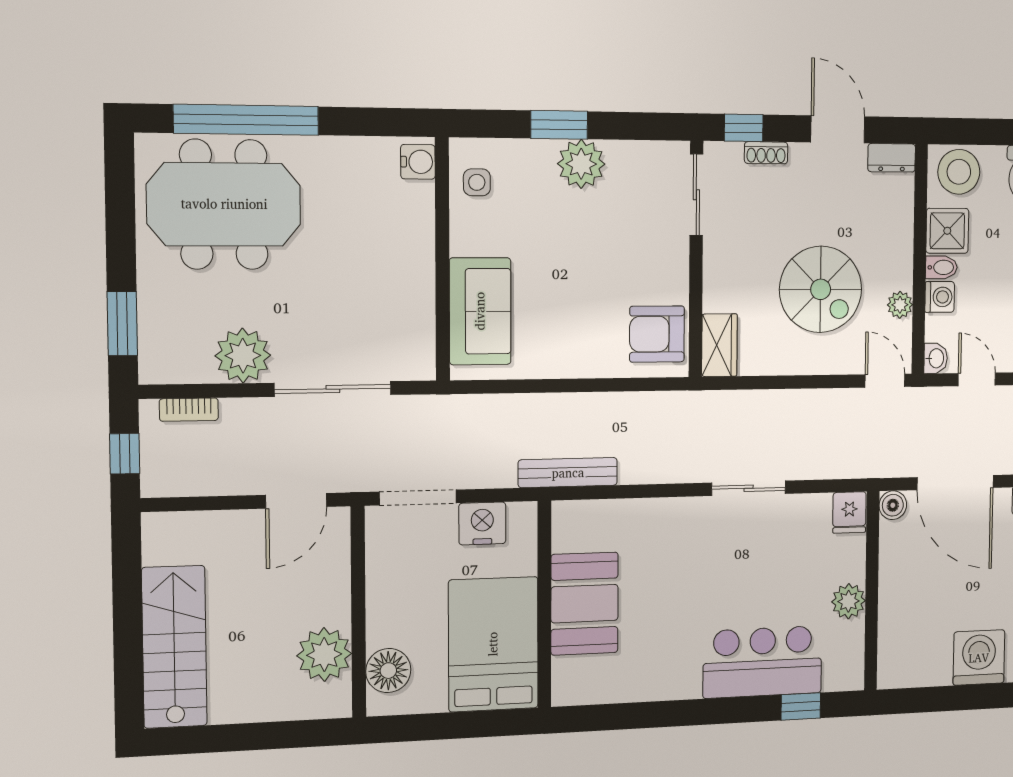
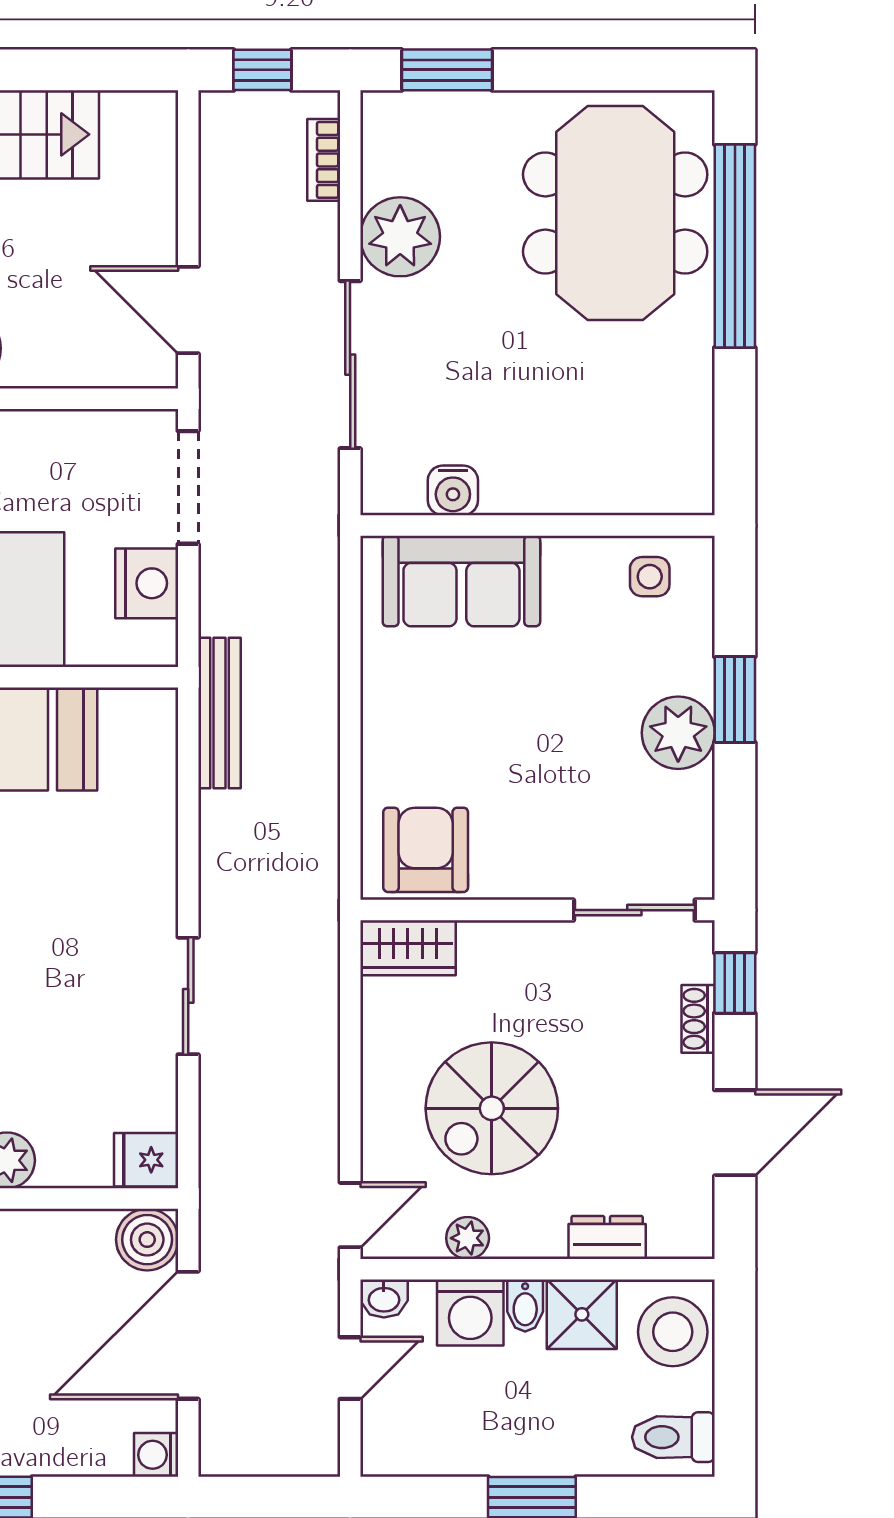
dresser: (892, 158) -> (607, 1238), moved, turned 90
water cooler: (418, 162) -> (453, 490), moved
washing machine: (940, 297) -> (470, 1313), width x1.38, depth x1.38
boiler: (893, 505) -> (147, 1240), width x1.36, depth x1.36

